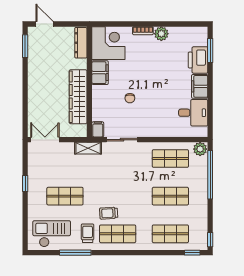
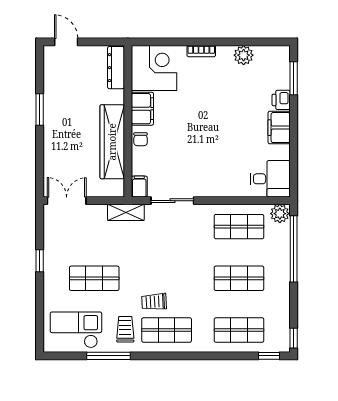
plant: (161, 34) -> (244, 55), moved
window: (25, 46) -> (40, 110), moved
printer: (198, 60) -> (281, 100), width x0.53, depth x0.68
chair: (130, 98) -> (141, 139), moved
desk: (193, 113) -> (270, 179), moved

